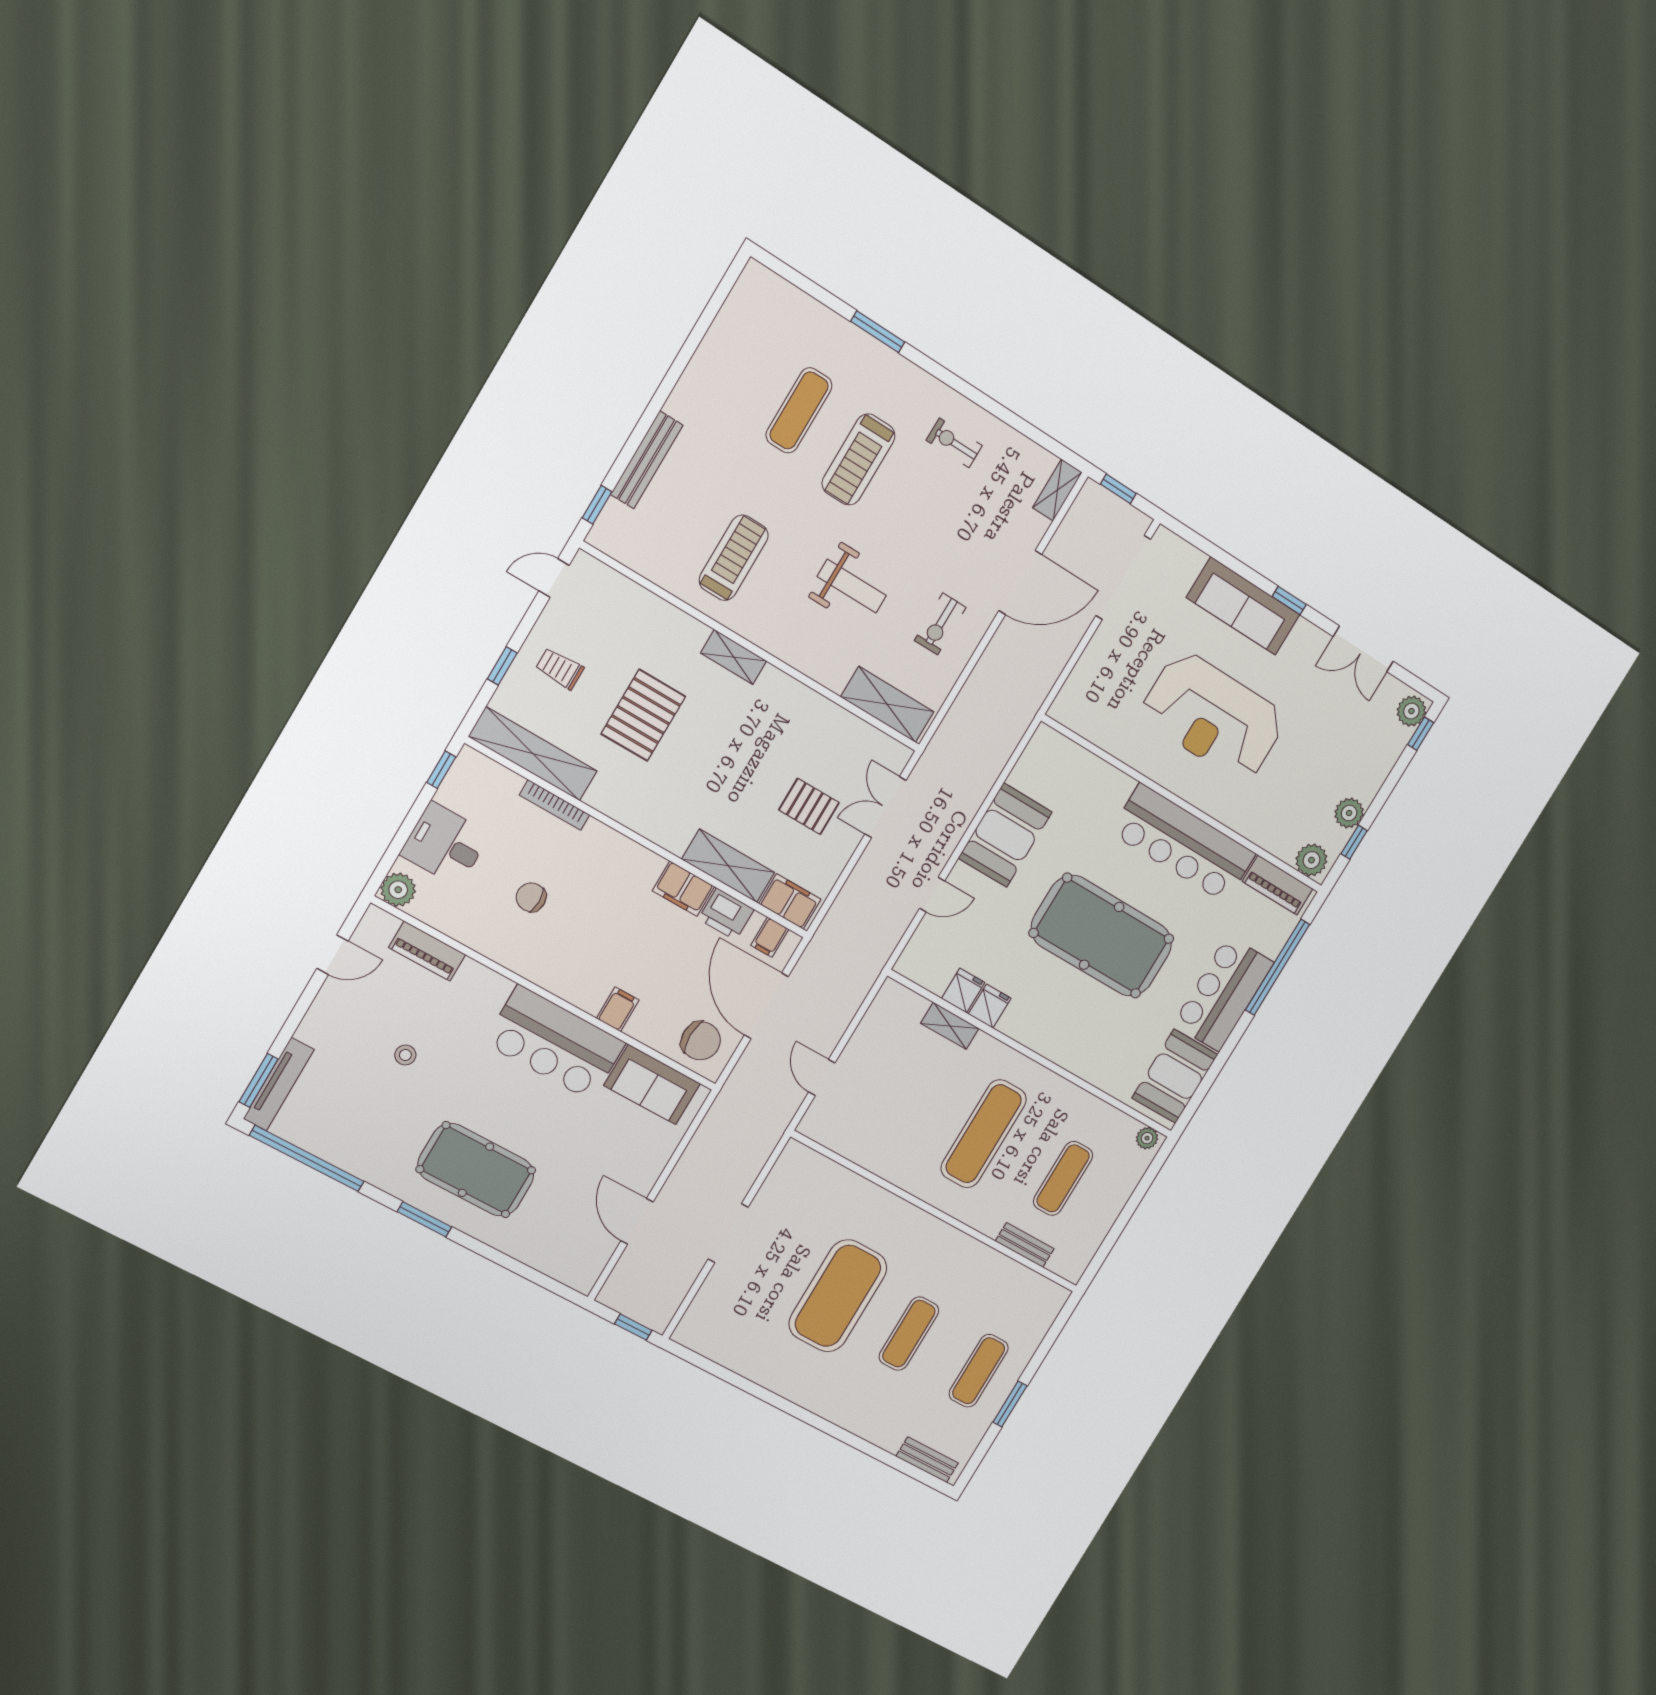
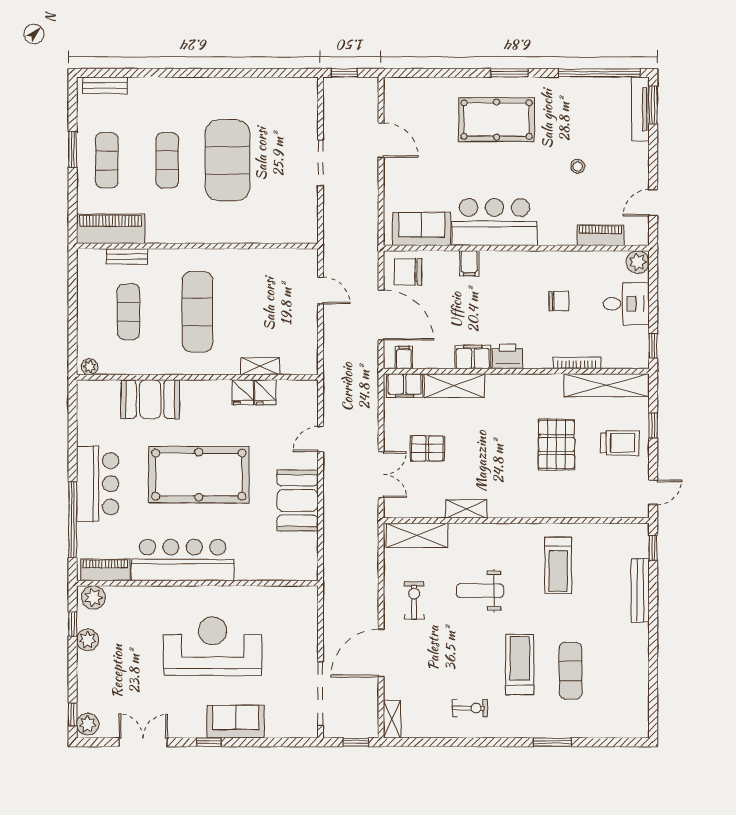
sofa: (1243, 606) -> (236, 722), width x0.73
shelving: (734, 657) -> (466, 509), moved
trolley: (560, 669) -> (620, 443), width x1.36, depth x1.39
printer: (726, 914) -> (507, 356), moved
booth: (1175, 1076) -> (150, 399), moved, turned 90
piano: (1023, 1288) -> (111, 229), added

